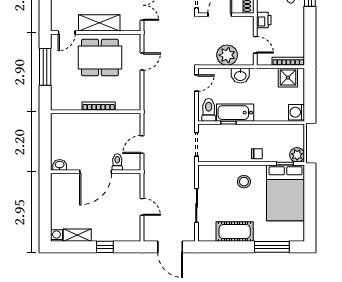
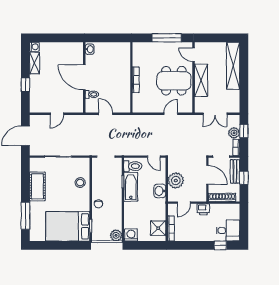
dining table: (100, 58) -> (174, 81), turned 90
door: (142, 61) -> (171, 114), swing flipped
plant: (297, 155) -> (116, 235), moved
stool: (244, 182) -> (80, 183), moved

